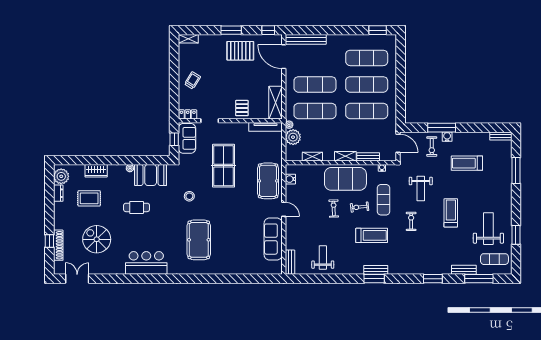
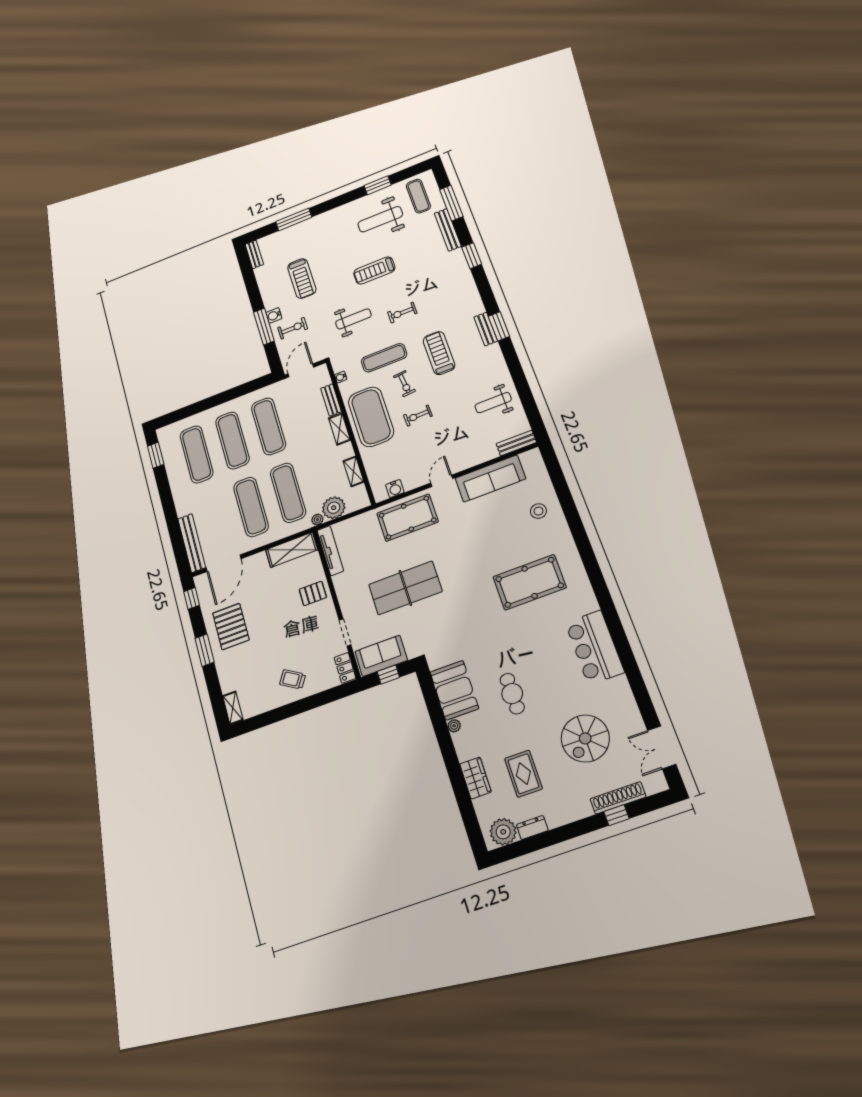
stool: (189, 196) -> (538, 511), moved
bench: (464, 270) -> (448, 230), width x1.36

